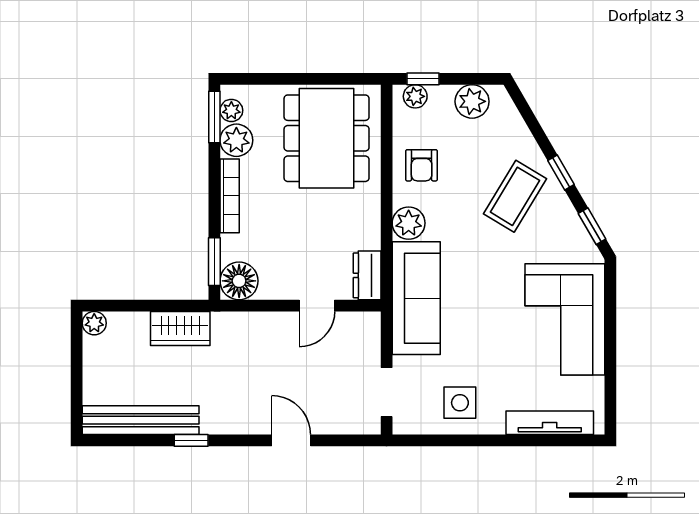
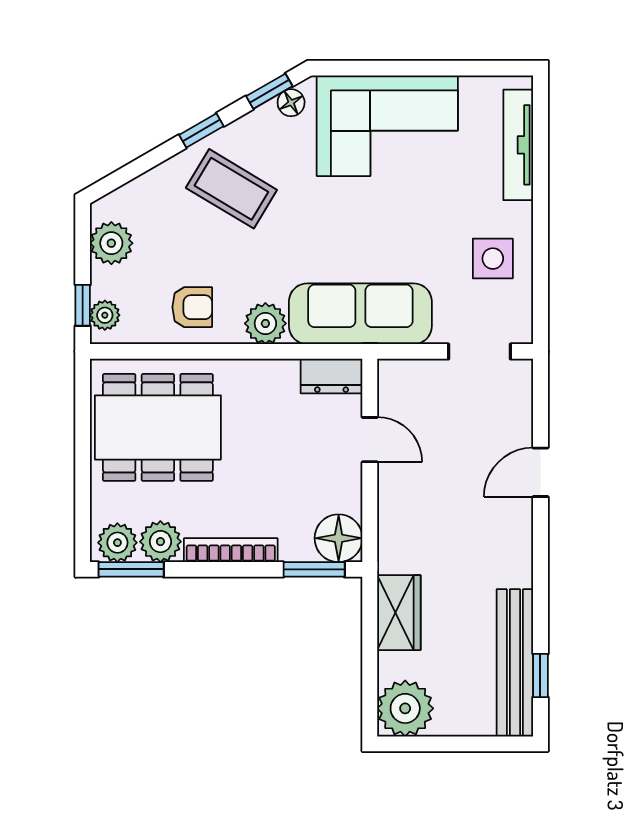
plant: (231, 110) -> (117, 543), width x1.38, depth x1.38
floor lamp: (583, 243) -> (291, 103), added
plant: (94, 323) -> (405, 708), width x1.88, depth x1.88
window: (191, 440) -> (540, 676), moved

